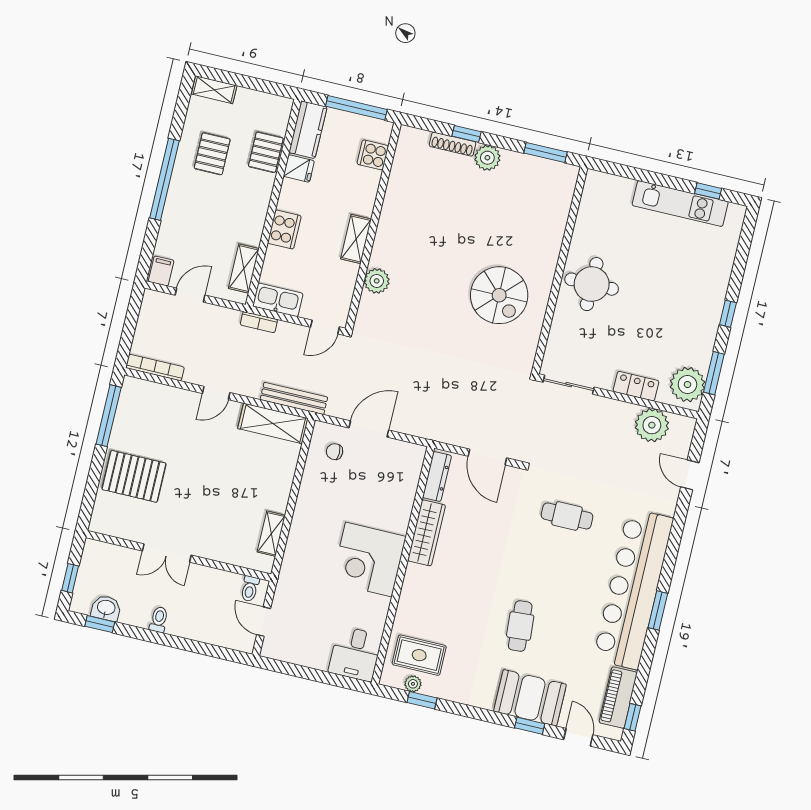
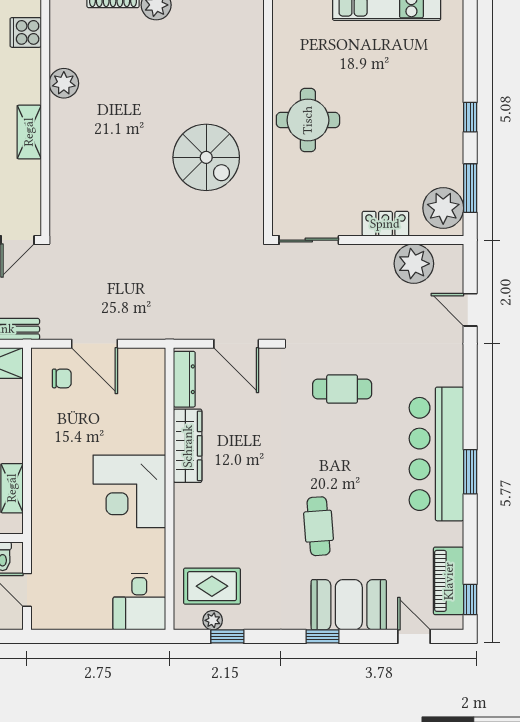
plant: (377, 281) -> (64, 83), moved
door: (369, 429) -> (94, 344), swing flipped
chair: (335, 452) -> (62, 378), turned 180
bar counter: (633, 589) -> (436, 454), width x0.73
window: (530, 726) -> (322, 636), moved

